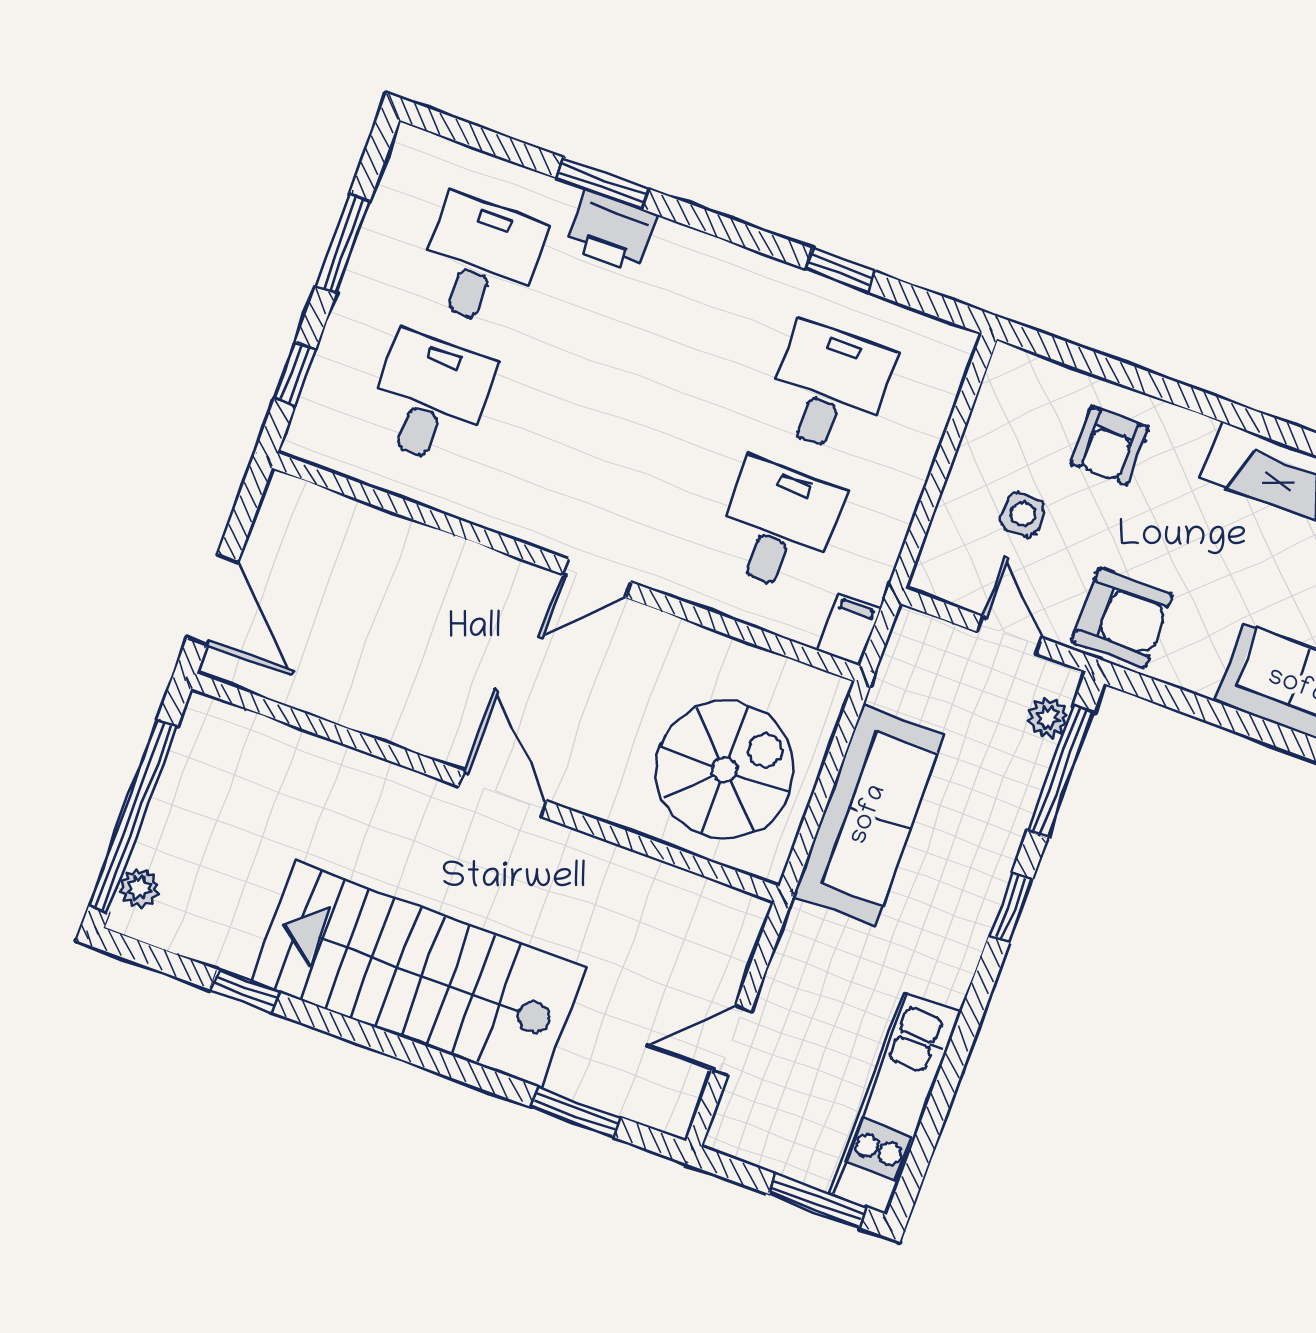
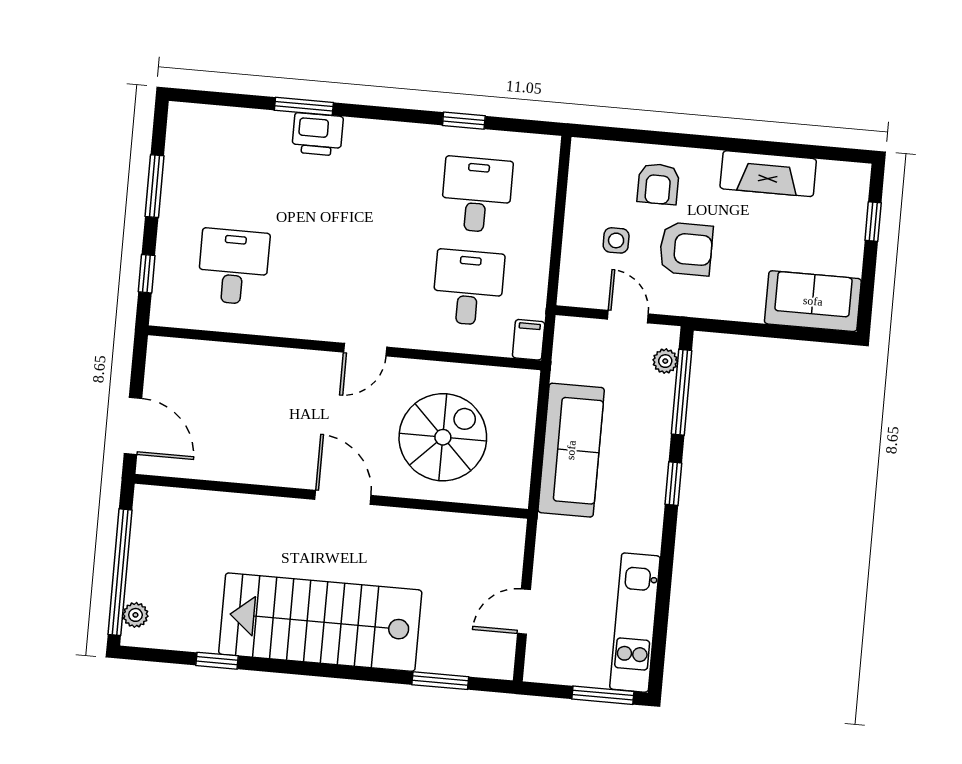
desk: (481, 260) -> (242, 174), removed
armchair: (1122, 618) -> (686, 249), moved
spiral stairs: (725, 770) -> (443, 437), moved

